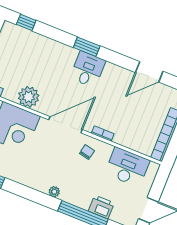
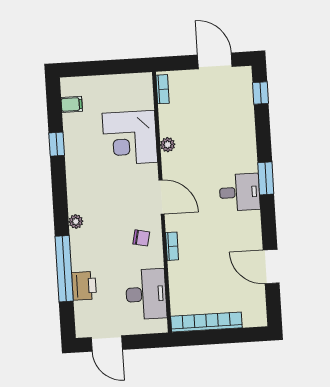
plant: (29, 97) -> (168, 145), width x0.53, depth x0.53
door: (65, 125) -> (162, 197), width x0.73

